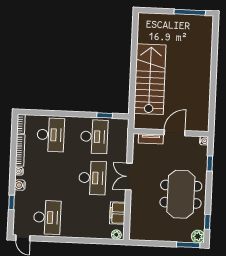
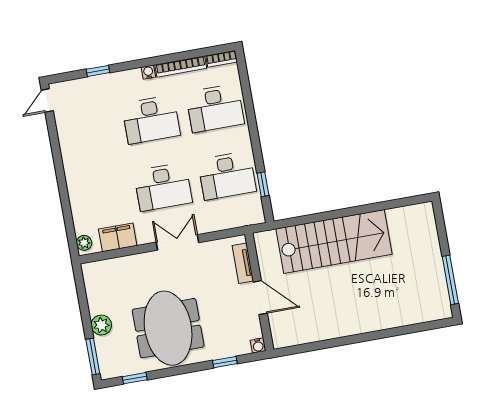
water cooler: (20, 185) -> (127, 78), removed
meeting table: (181, 194) -> (168, 328), turned 90
desk: (47, 217) -> (151, 120), moved
plant: (198, 236) -> (101, 325), moved

